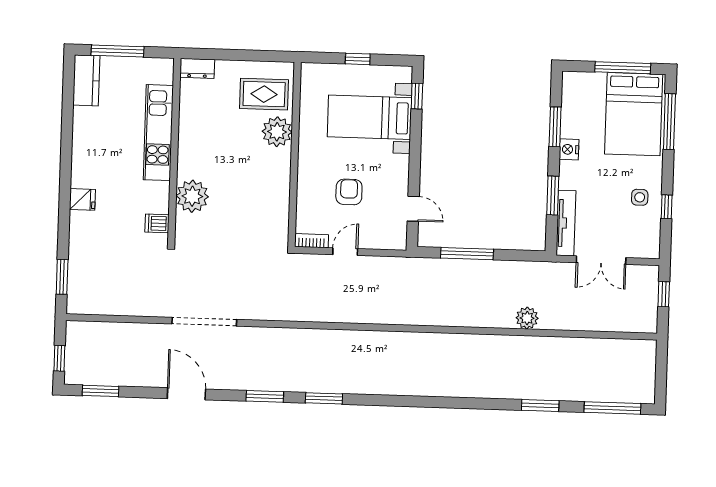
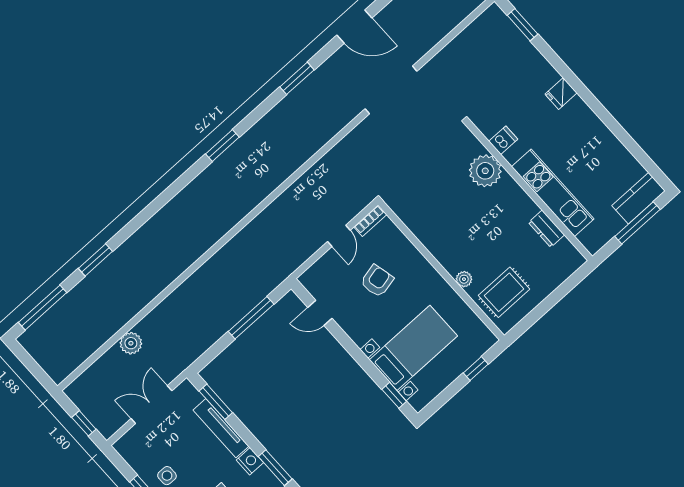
window: (358, 59) -> (476, 368), moved
dresser: (197, 68) -> (546, 229), moved, turned -90
kitchen counter: (86, 80) -> (639, 198), moved, turned 90
plant: (277, 132) -> (464, 279), width x0.53, depth x0.53
armchair: (349, 192) -> (377, 281), turned -103
window: (553, 196) -> (216, 402), moved
dishwasher: (157, 223) -> (503, 140), moved
tv unit: (566, 223) -> (221, 428), moved
plant: (527, 318) -> (131, 343), moved
window: (324, 398) -> (222, 146), moved

